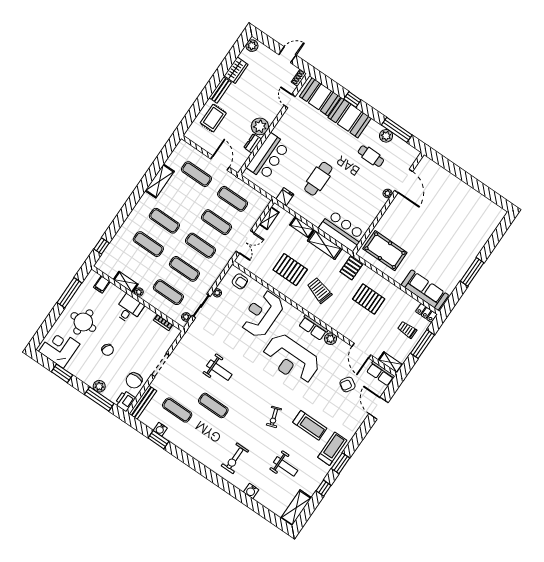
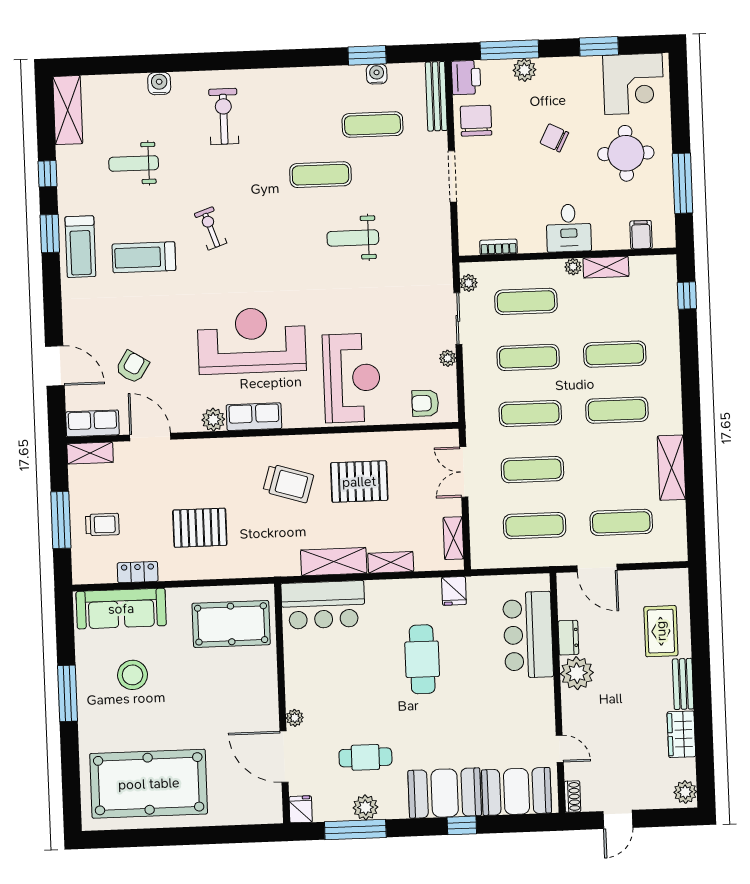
fridge: (413, 155) -> (301, 809), added
pool table: (467, 211) -> (149, 784), added
stool: (440, 260) -> (133, 675), added
pallet: (351, 268) -> (264, 556), removed
locker: (426, 313) -> (138, 572), moved

